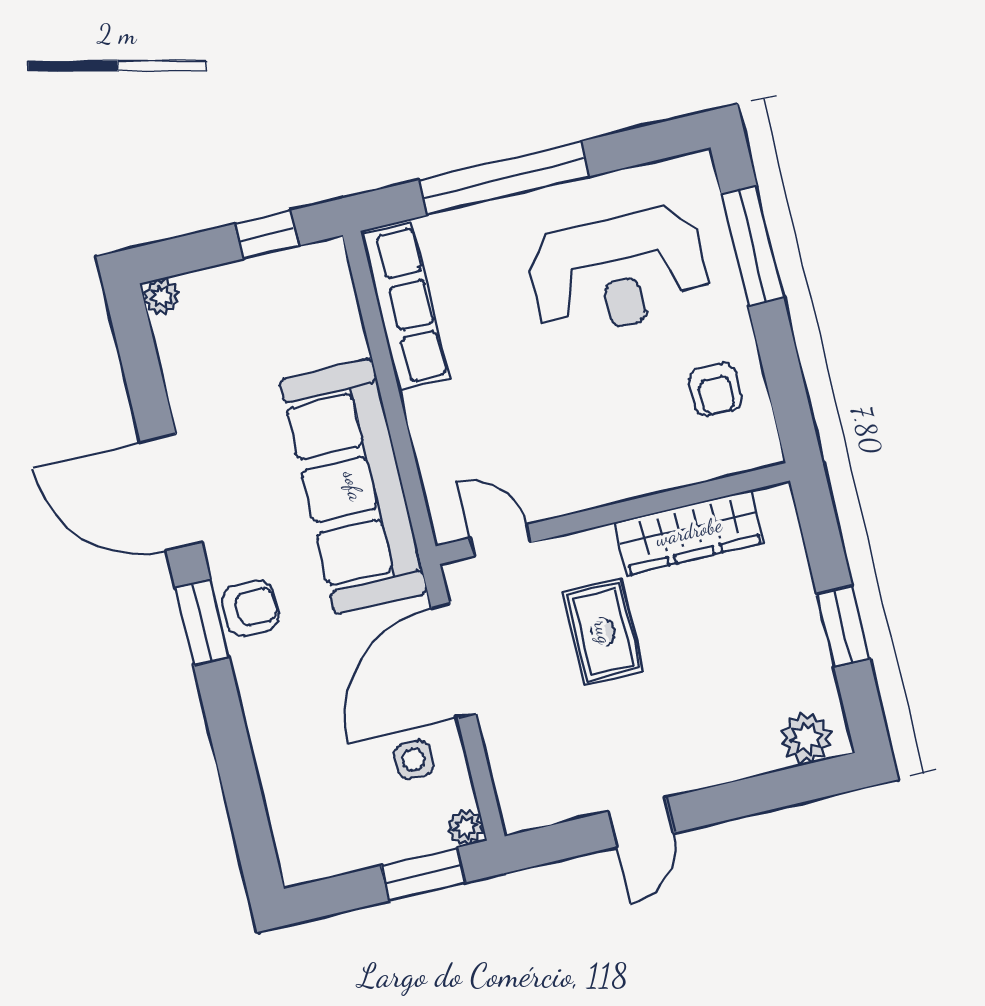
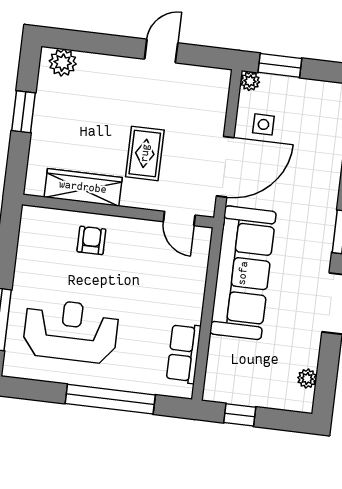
plant: (161, 297) -> (307, 379), moved
row of seats: (405, 306) -> (184, 353), width x0.68
armchair: (715, 389) -> (91, 240), moved
armchair: (250, 608) -> (317, 231), removed

